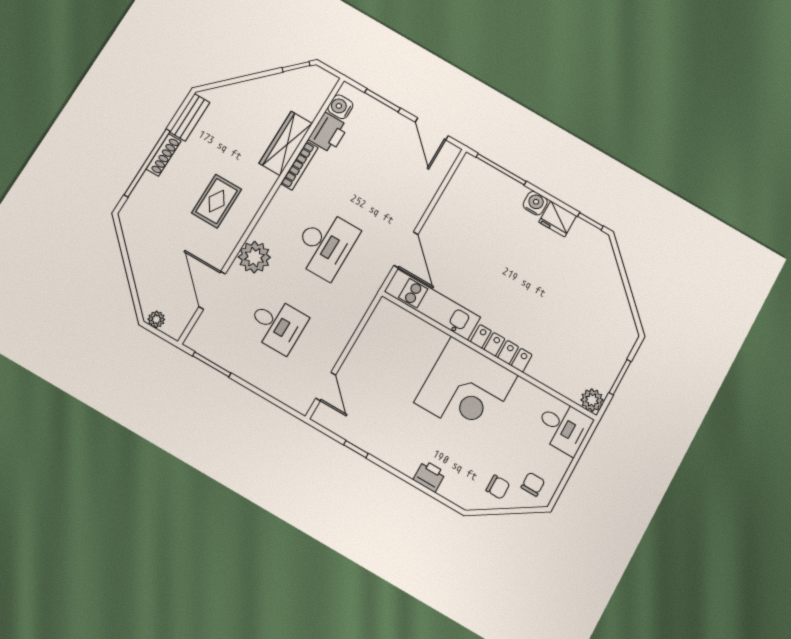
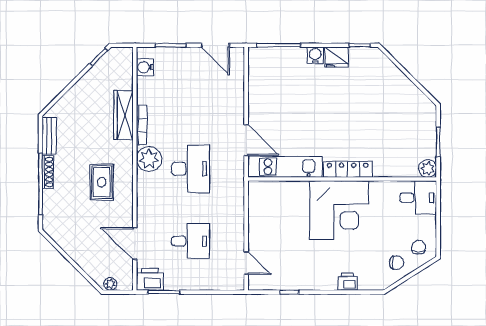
printer: (328, 133) -> (150, 279), moved, turned -90
plant: (254, 257) -> (149, 159), moved

